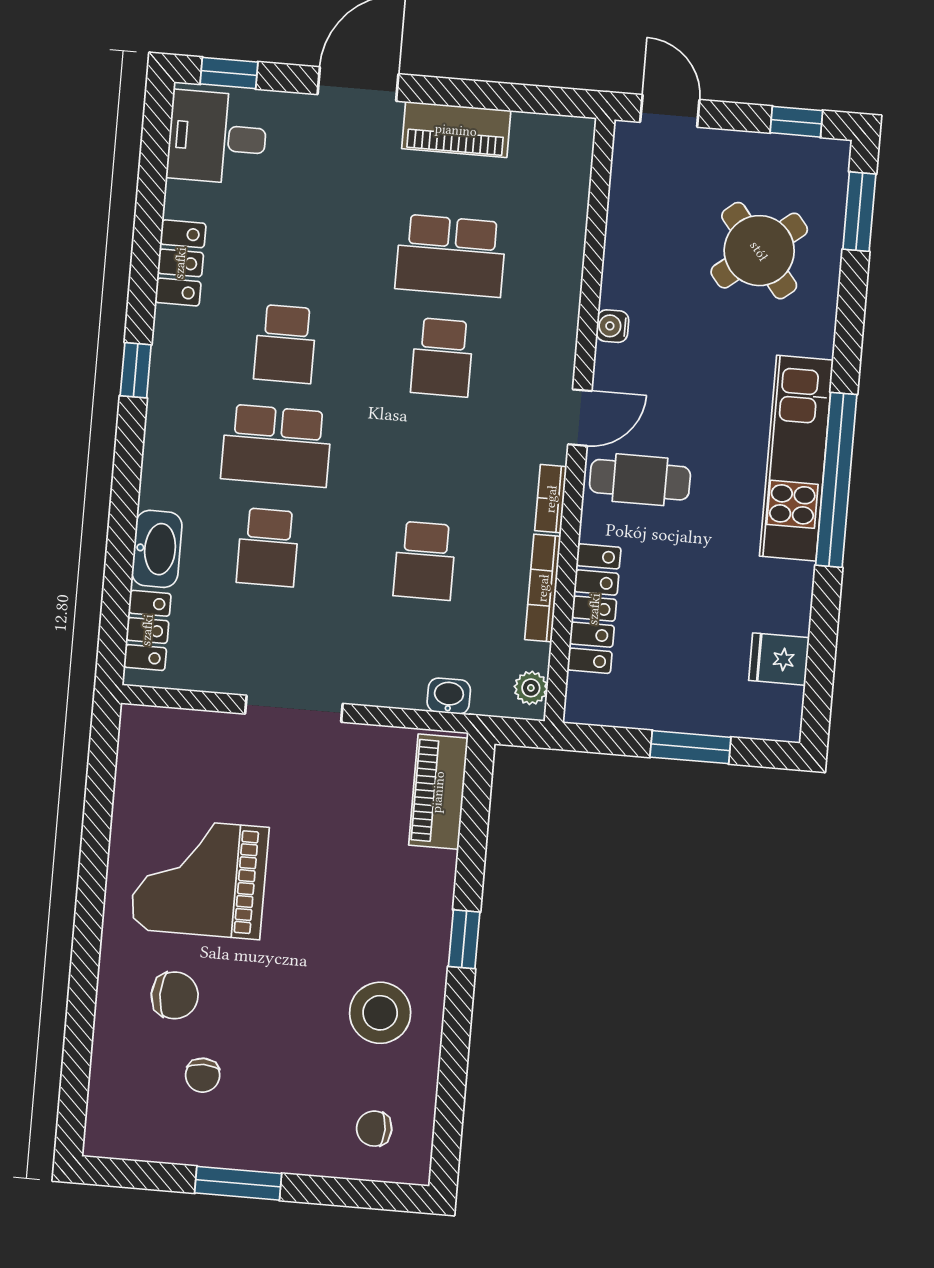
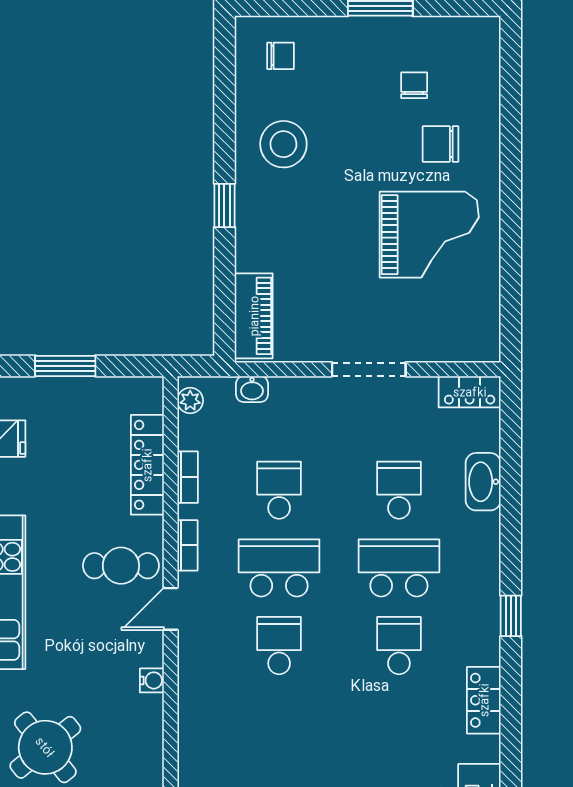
school desk: (451, 256) -> (279, 568), moved
bookcase: (543, 588) -> (188, 477), width x0.64
locker: (147, 630) -> (470, 392), moved, turned -90

